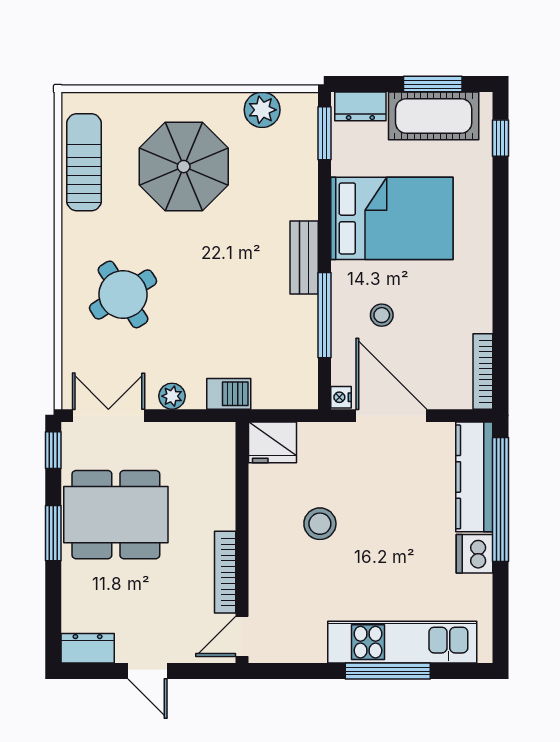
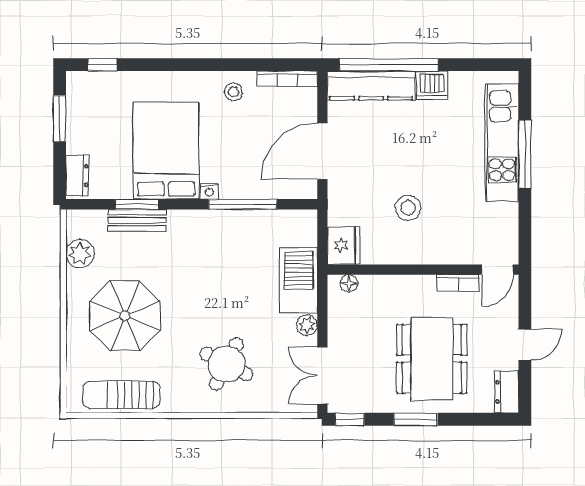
cot: (434, 116) -> (85, 118), removed
window: (324, 133) -> (137, 204), moved
bench: (304, 257) -> (137, 220), moved
round table: (123, 294) -> (226, 364), turned -31
stool: (382, 315) -> (233, 92), moved
barbecue: (229, 394) -> (299, 280), width x1.88, depth x1.53
nightstand: (341, 397) -> (209, 191), moved
floor lamp: (225, 449) -> (349, 283), added
dining table: (116, 515) -> (432, 359), moved
bookcase: (225, 572) -> (458, 283), width x0.64
door: (242, 636) -> (497, 270), hinge flipped

